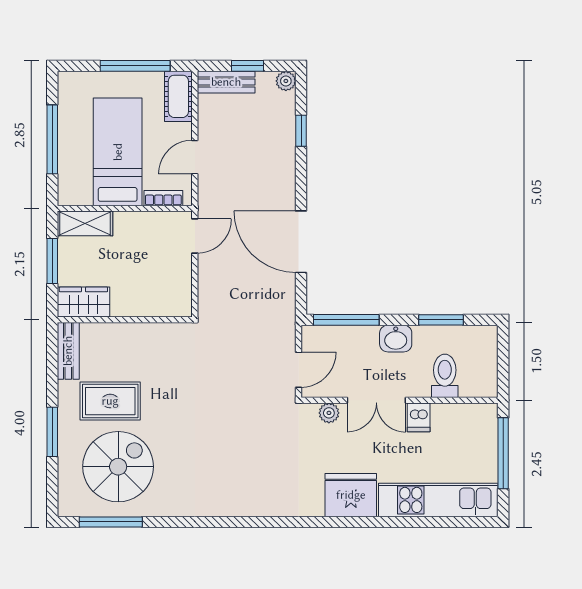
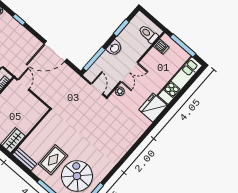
toilet: (445, 376) -> (148, 34), moved
dishwasher: (419, 417) -> (161, 47), moved

